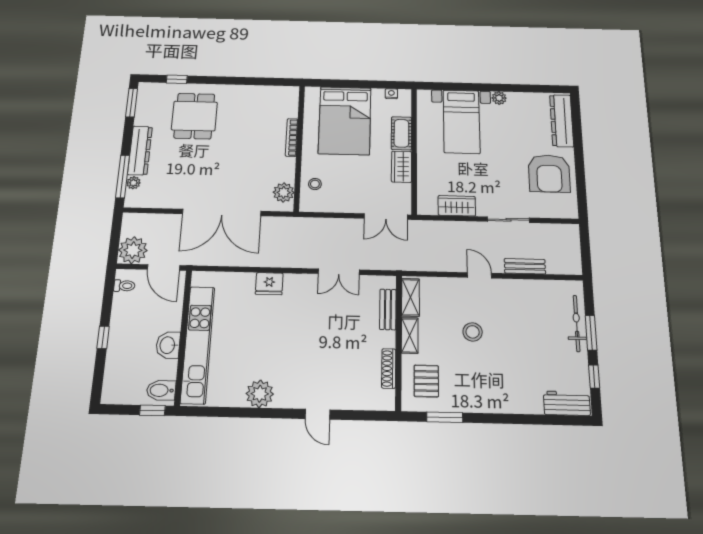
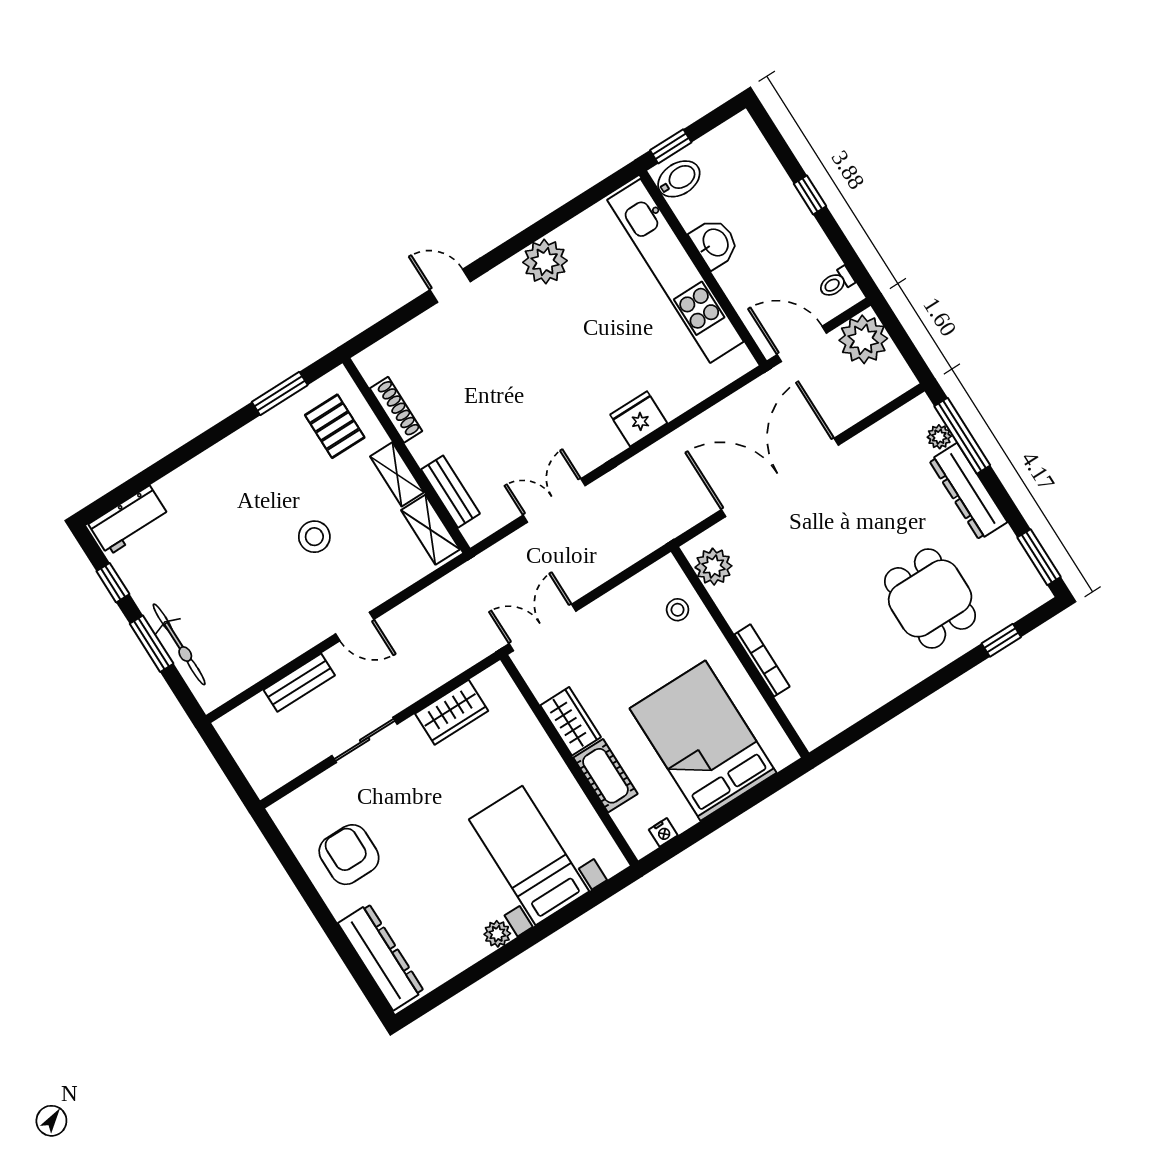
armchair: (549, 173) -> (349, 855), width x0.73, depth x0.73

